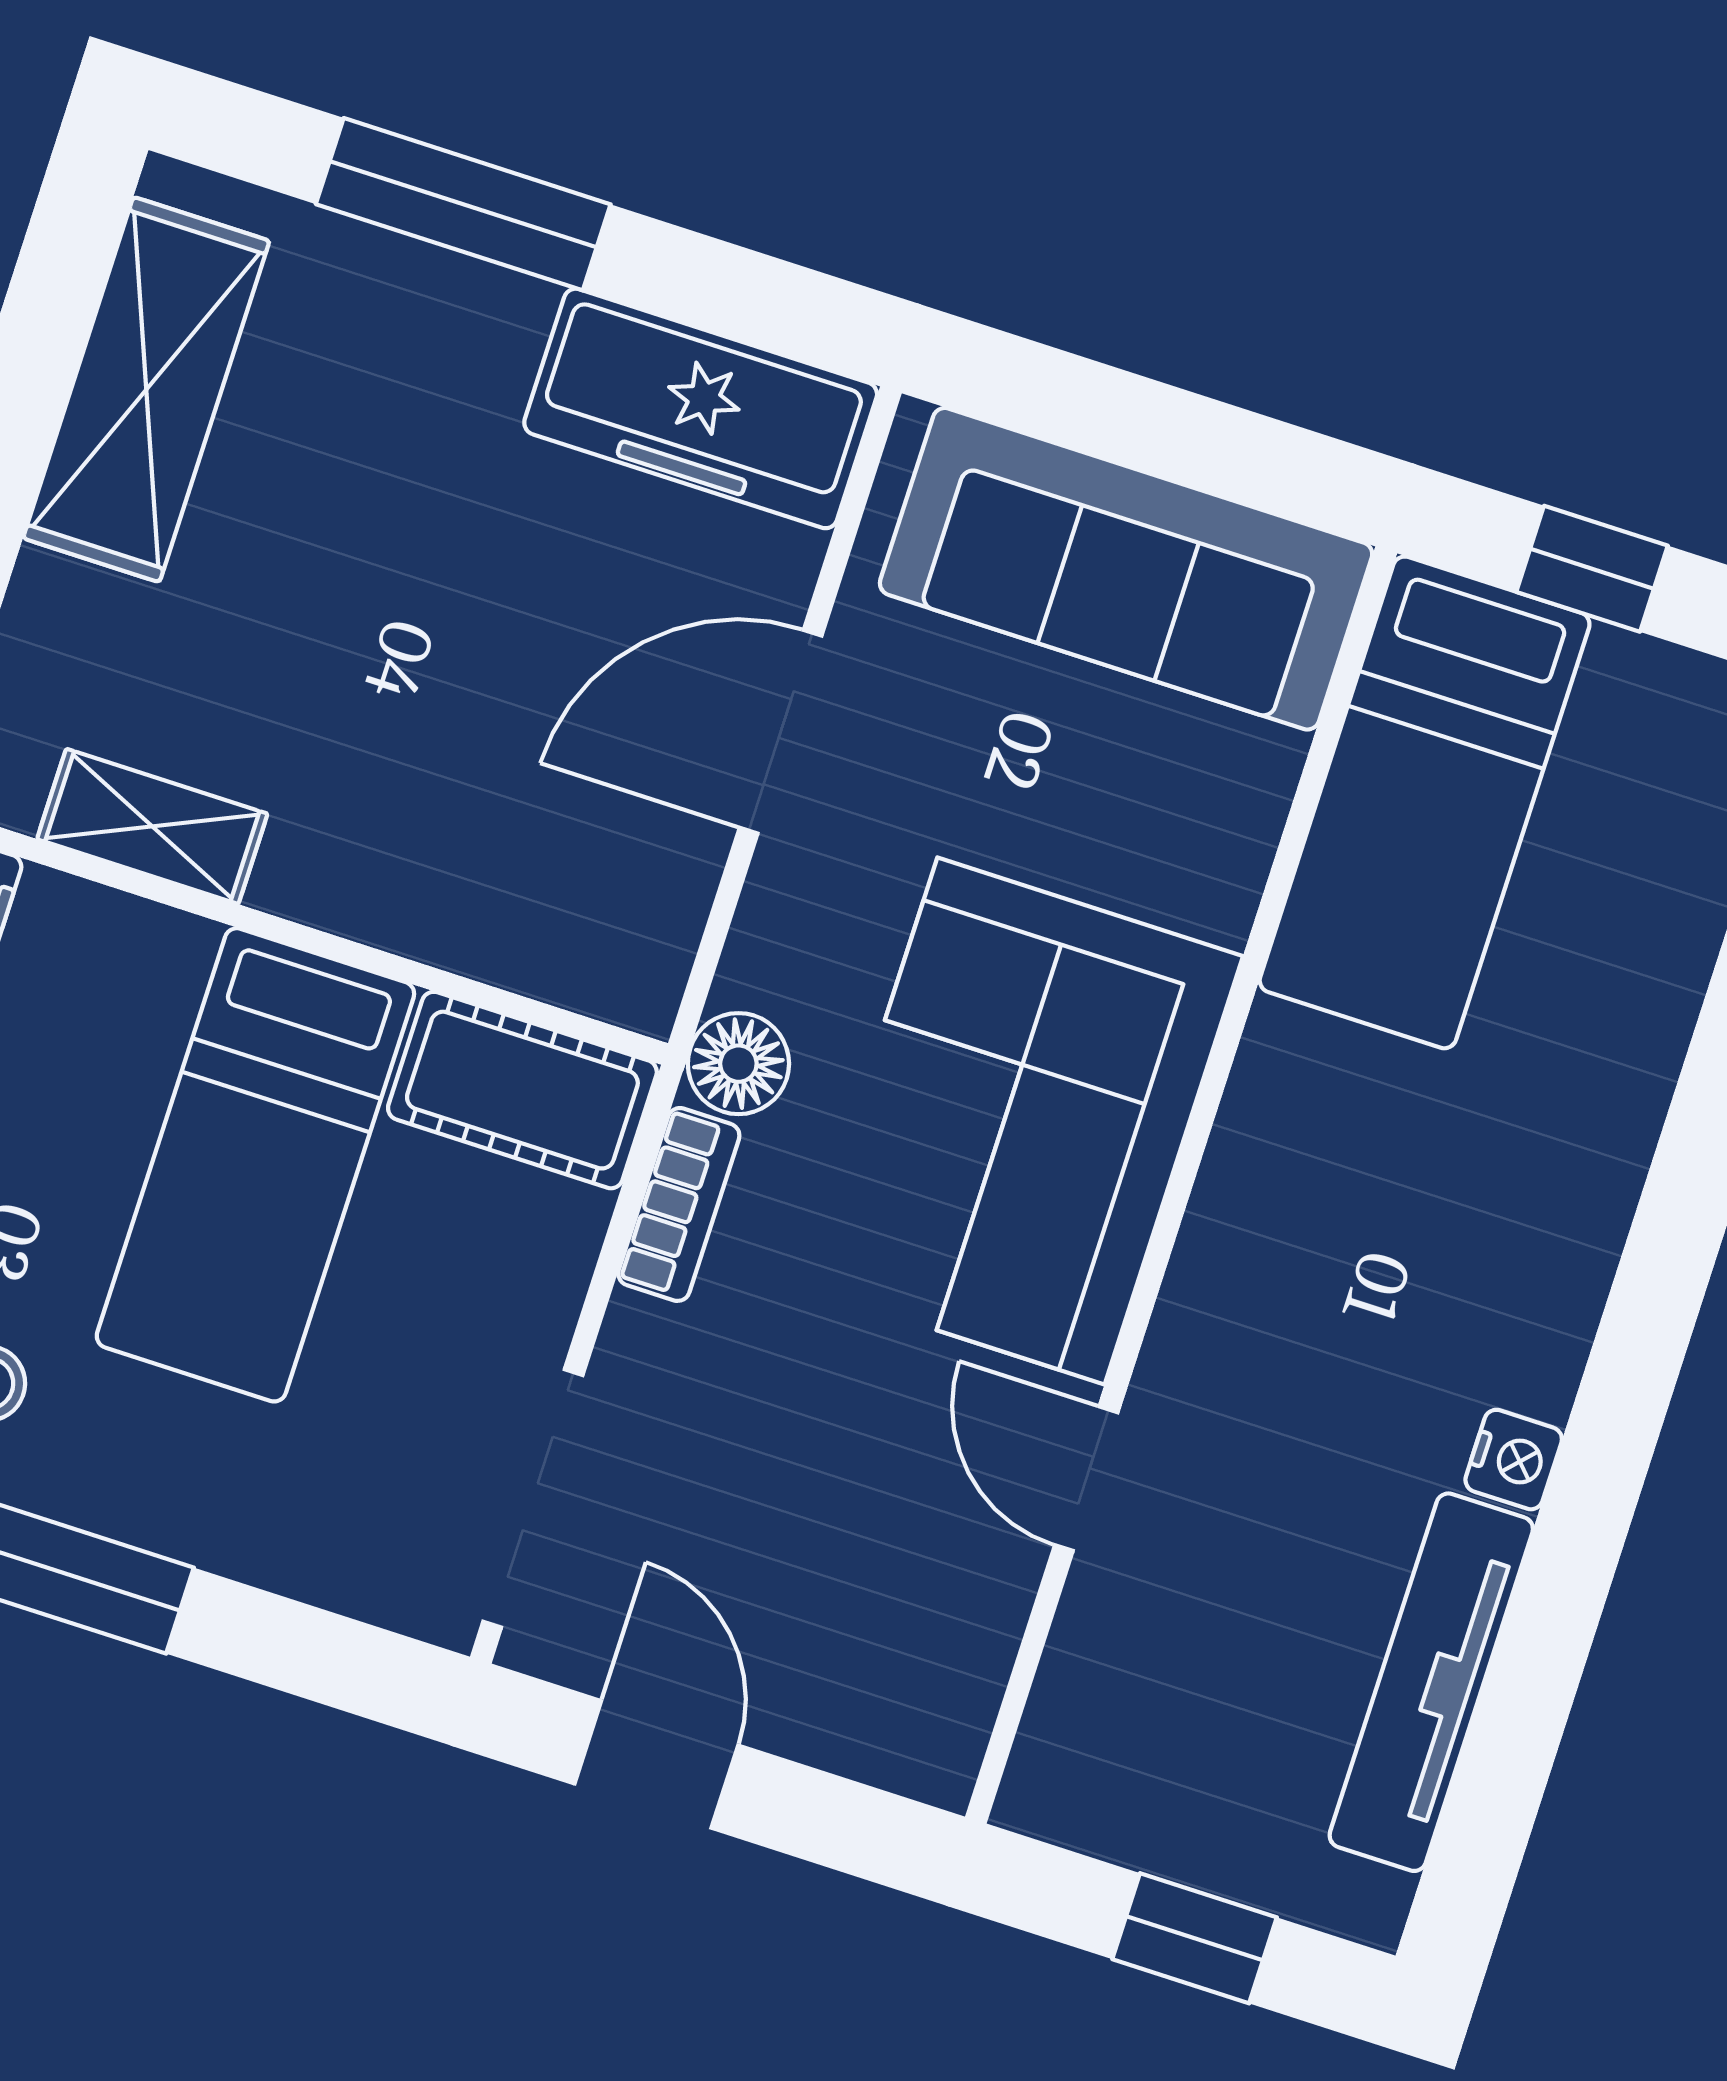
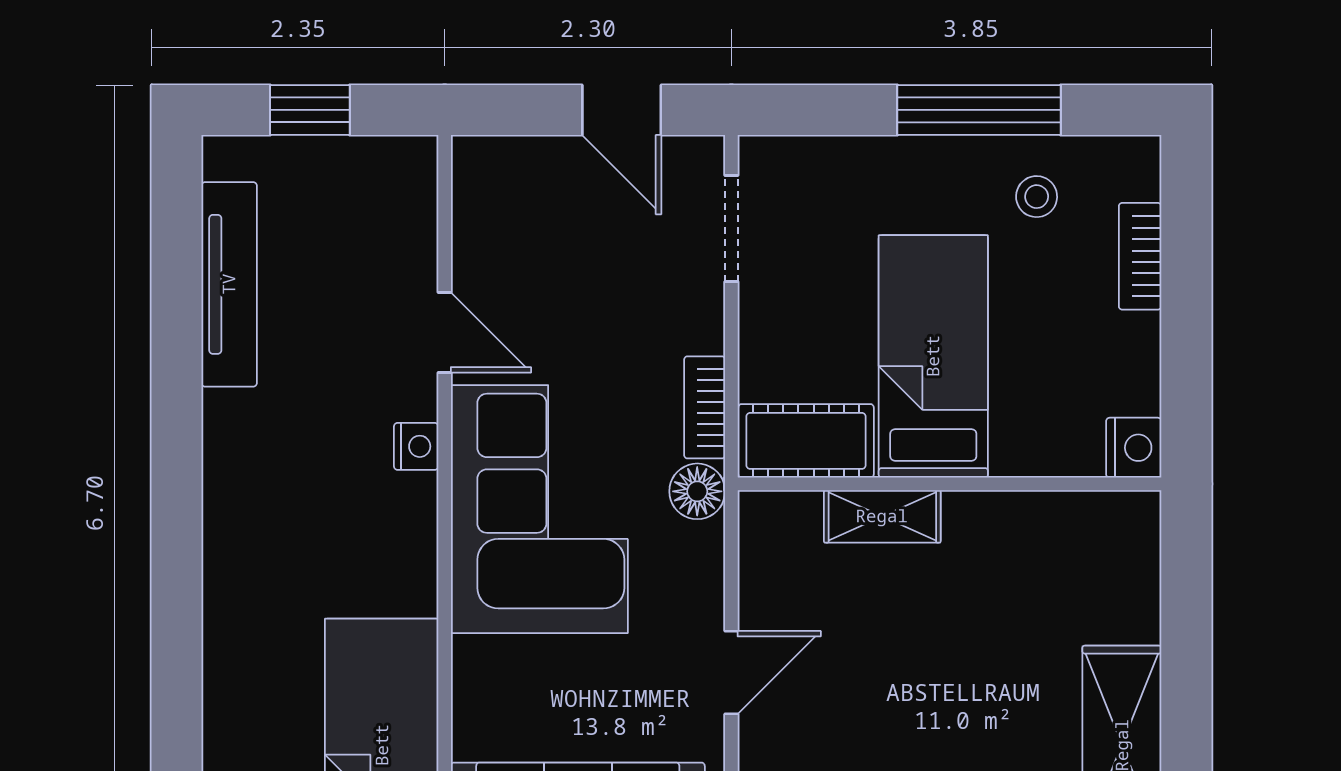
door: (781, 732) -> (731, 673), width x0.73
shelving: (152, 826) -> (882, 516), moved
nightstand: (1514, 1460) -> (416, 446), moved, turned 180
doorway: (533, 1498) -> (731, 229), width x0.73

